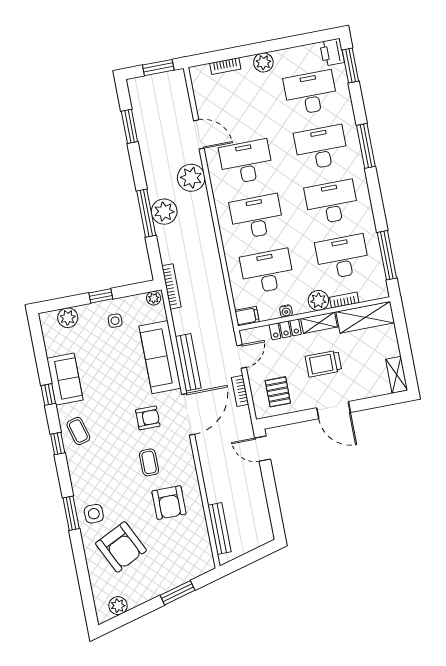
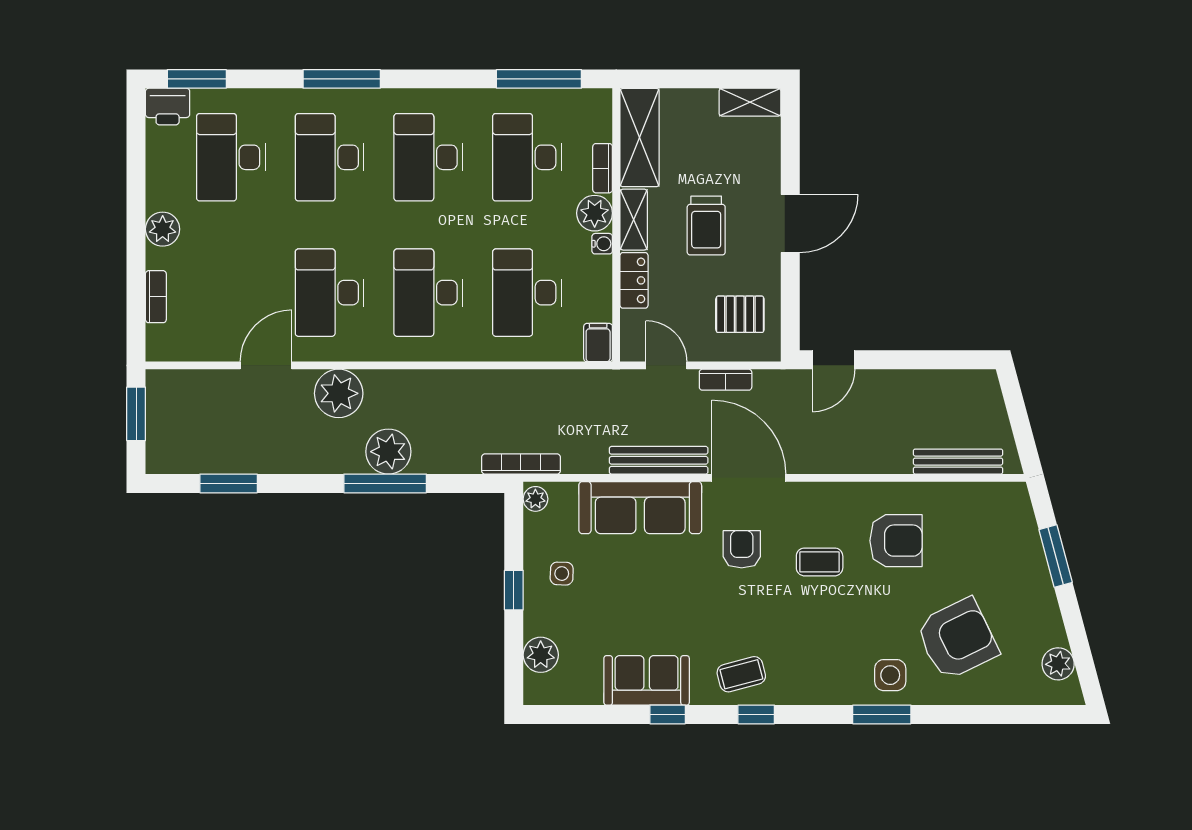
water cooler: (286, 311) -> (602, 244), moved

